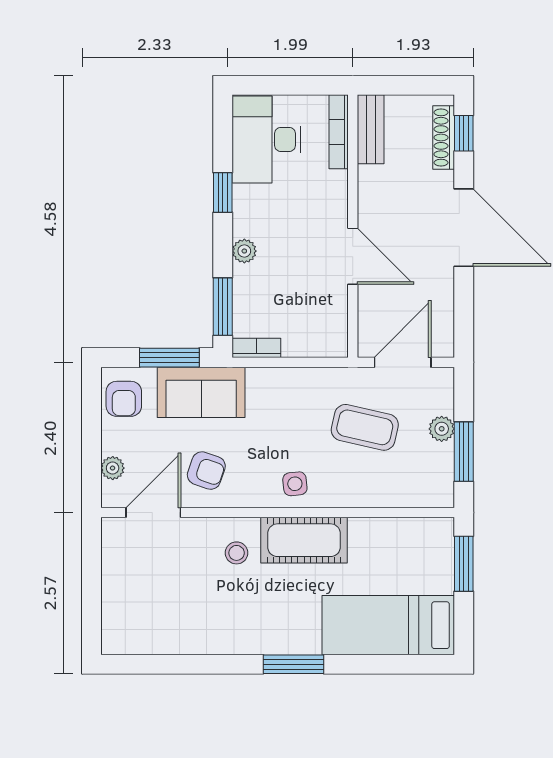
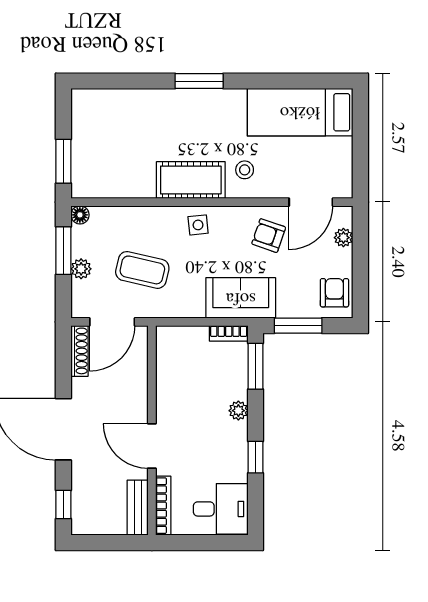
shoe rack: (444, 138) -> (79, 351), moved
desk: (266, 139) -> (221, 509), width x0.73
door: (353, 256) -> (152, 446), moved
sofa: (201, 392) -> (241, 298), moved
floor lamp: (443, 496) -> (80, 215), added
bed: (388, 625) -> (300, 112), moved, turned 180

